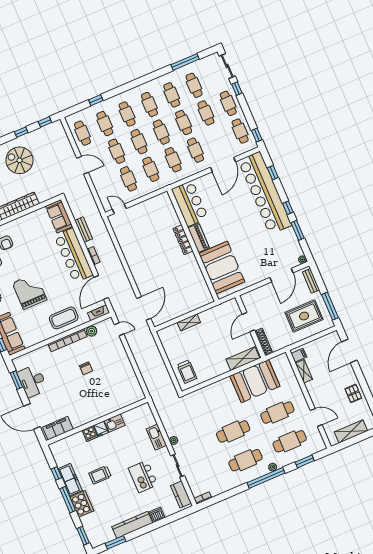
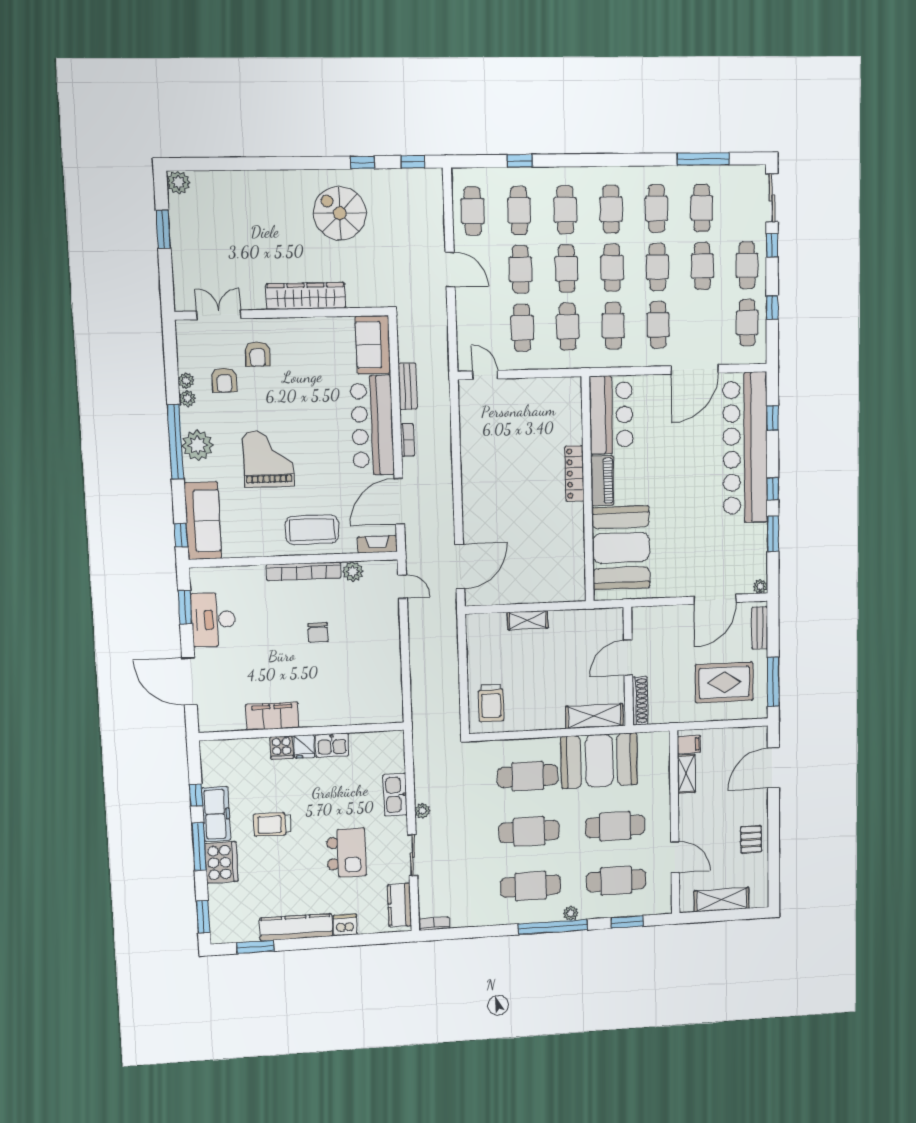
window: (257, 135) -> (772, 307), moved
cafe table: (221, 403) -> (528, 776), added
filing cabinet: (58, 428) -> (272, 716), moved
kitchen island: (143, 476) -> (346, 853), turned 180

